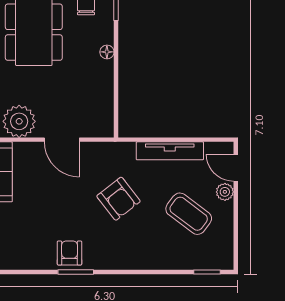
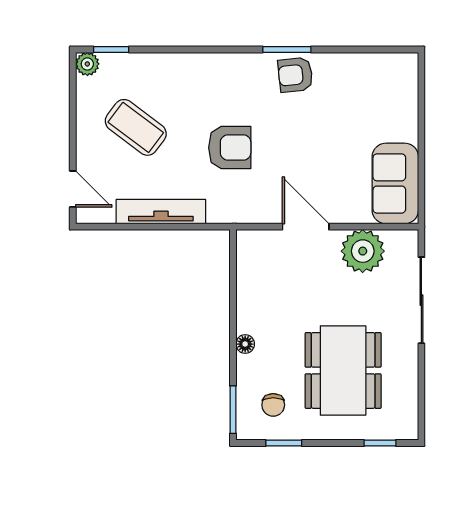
plant: (225, 192) -> (87, 64), moved
armchair: (118, 199) -> (230, 148), turned 128
armchair: (70, 253) -> (295, 75), turned 84

